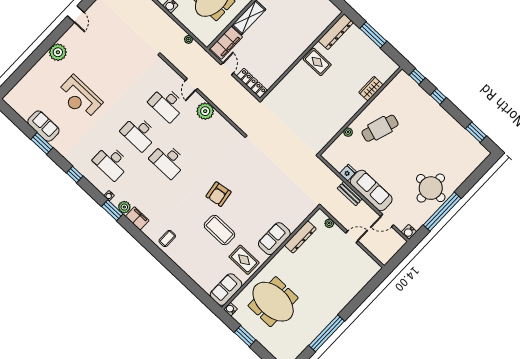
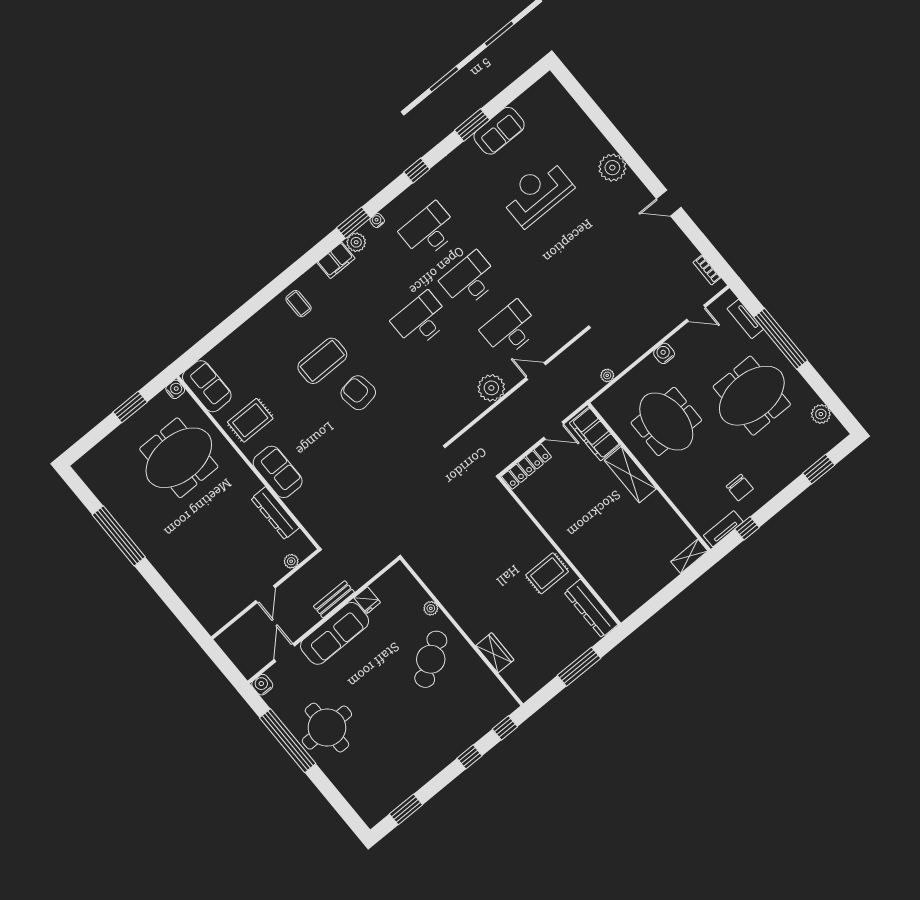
cafe table: (380, 128) -> (431, 659), turned 39
coffee table: (219, 230) -> (322, 361), moved

